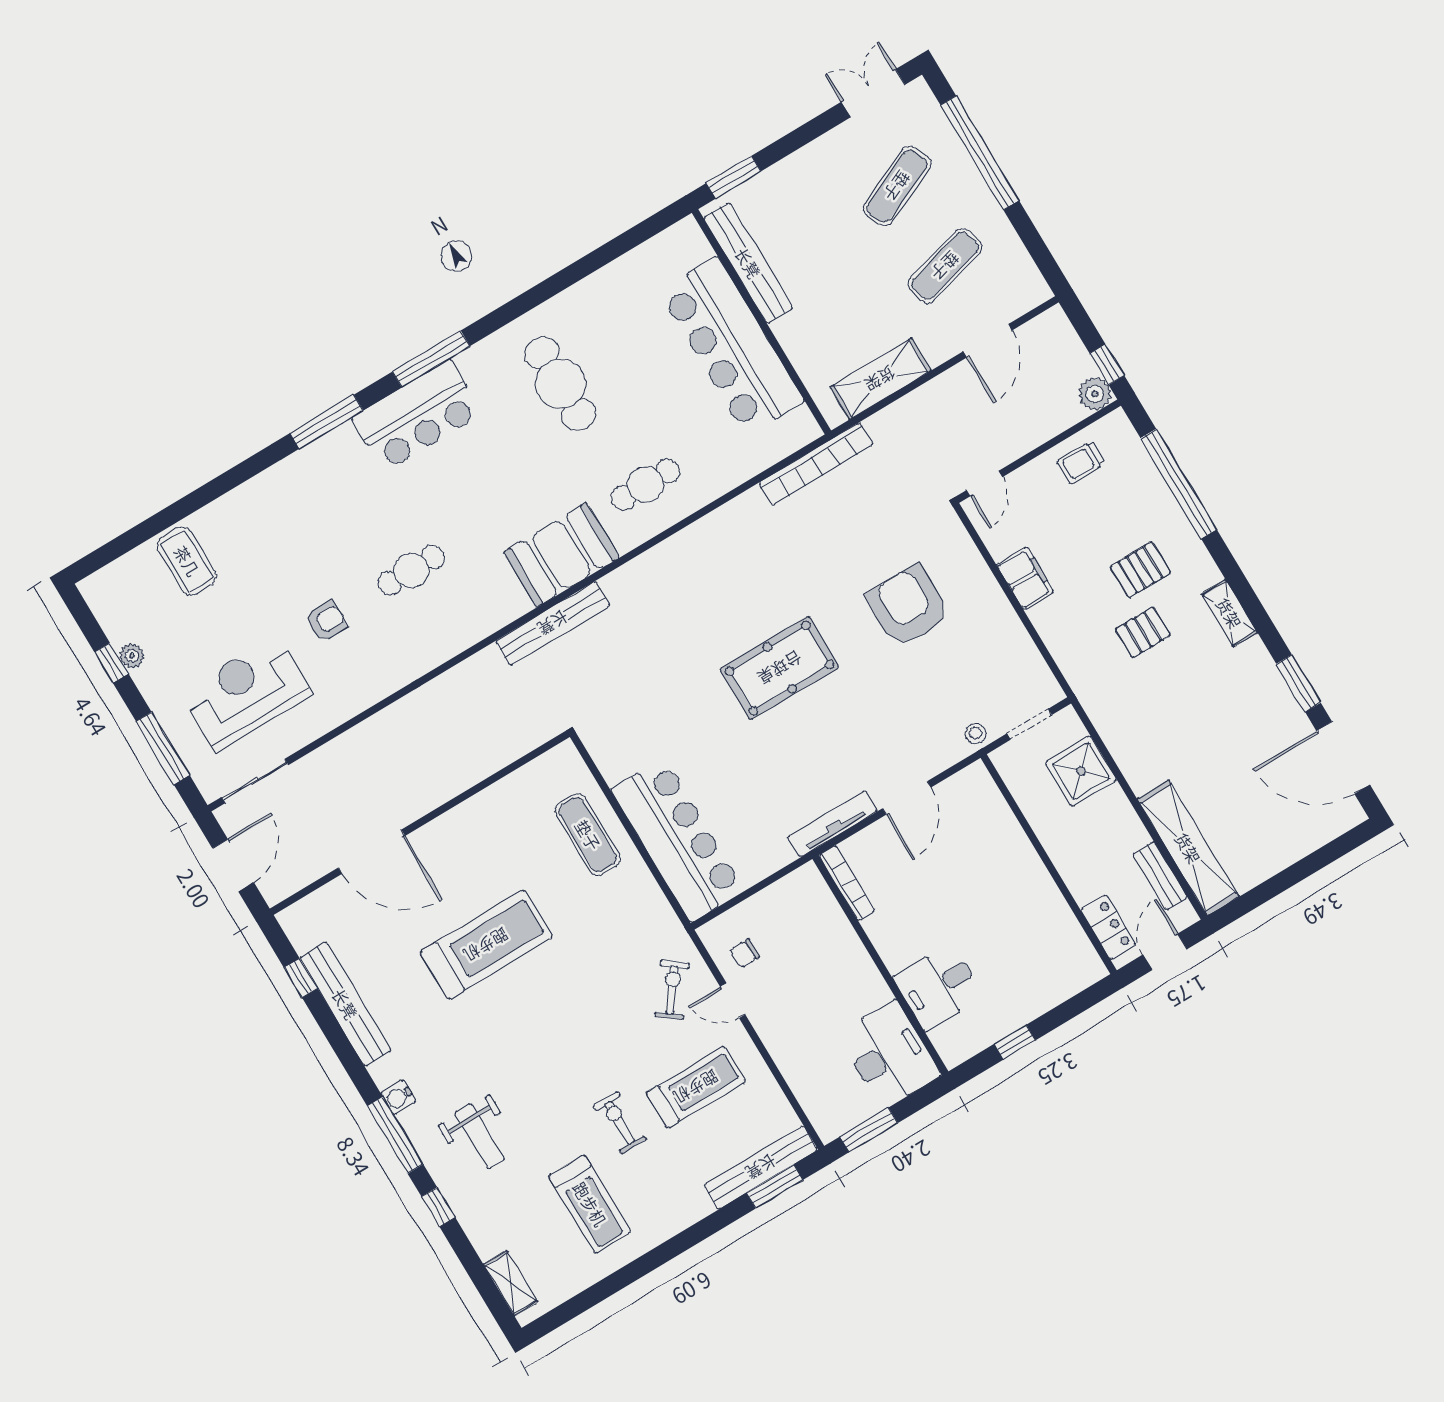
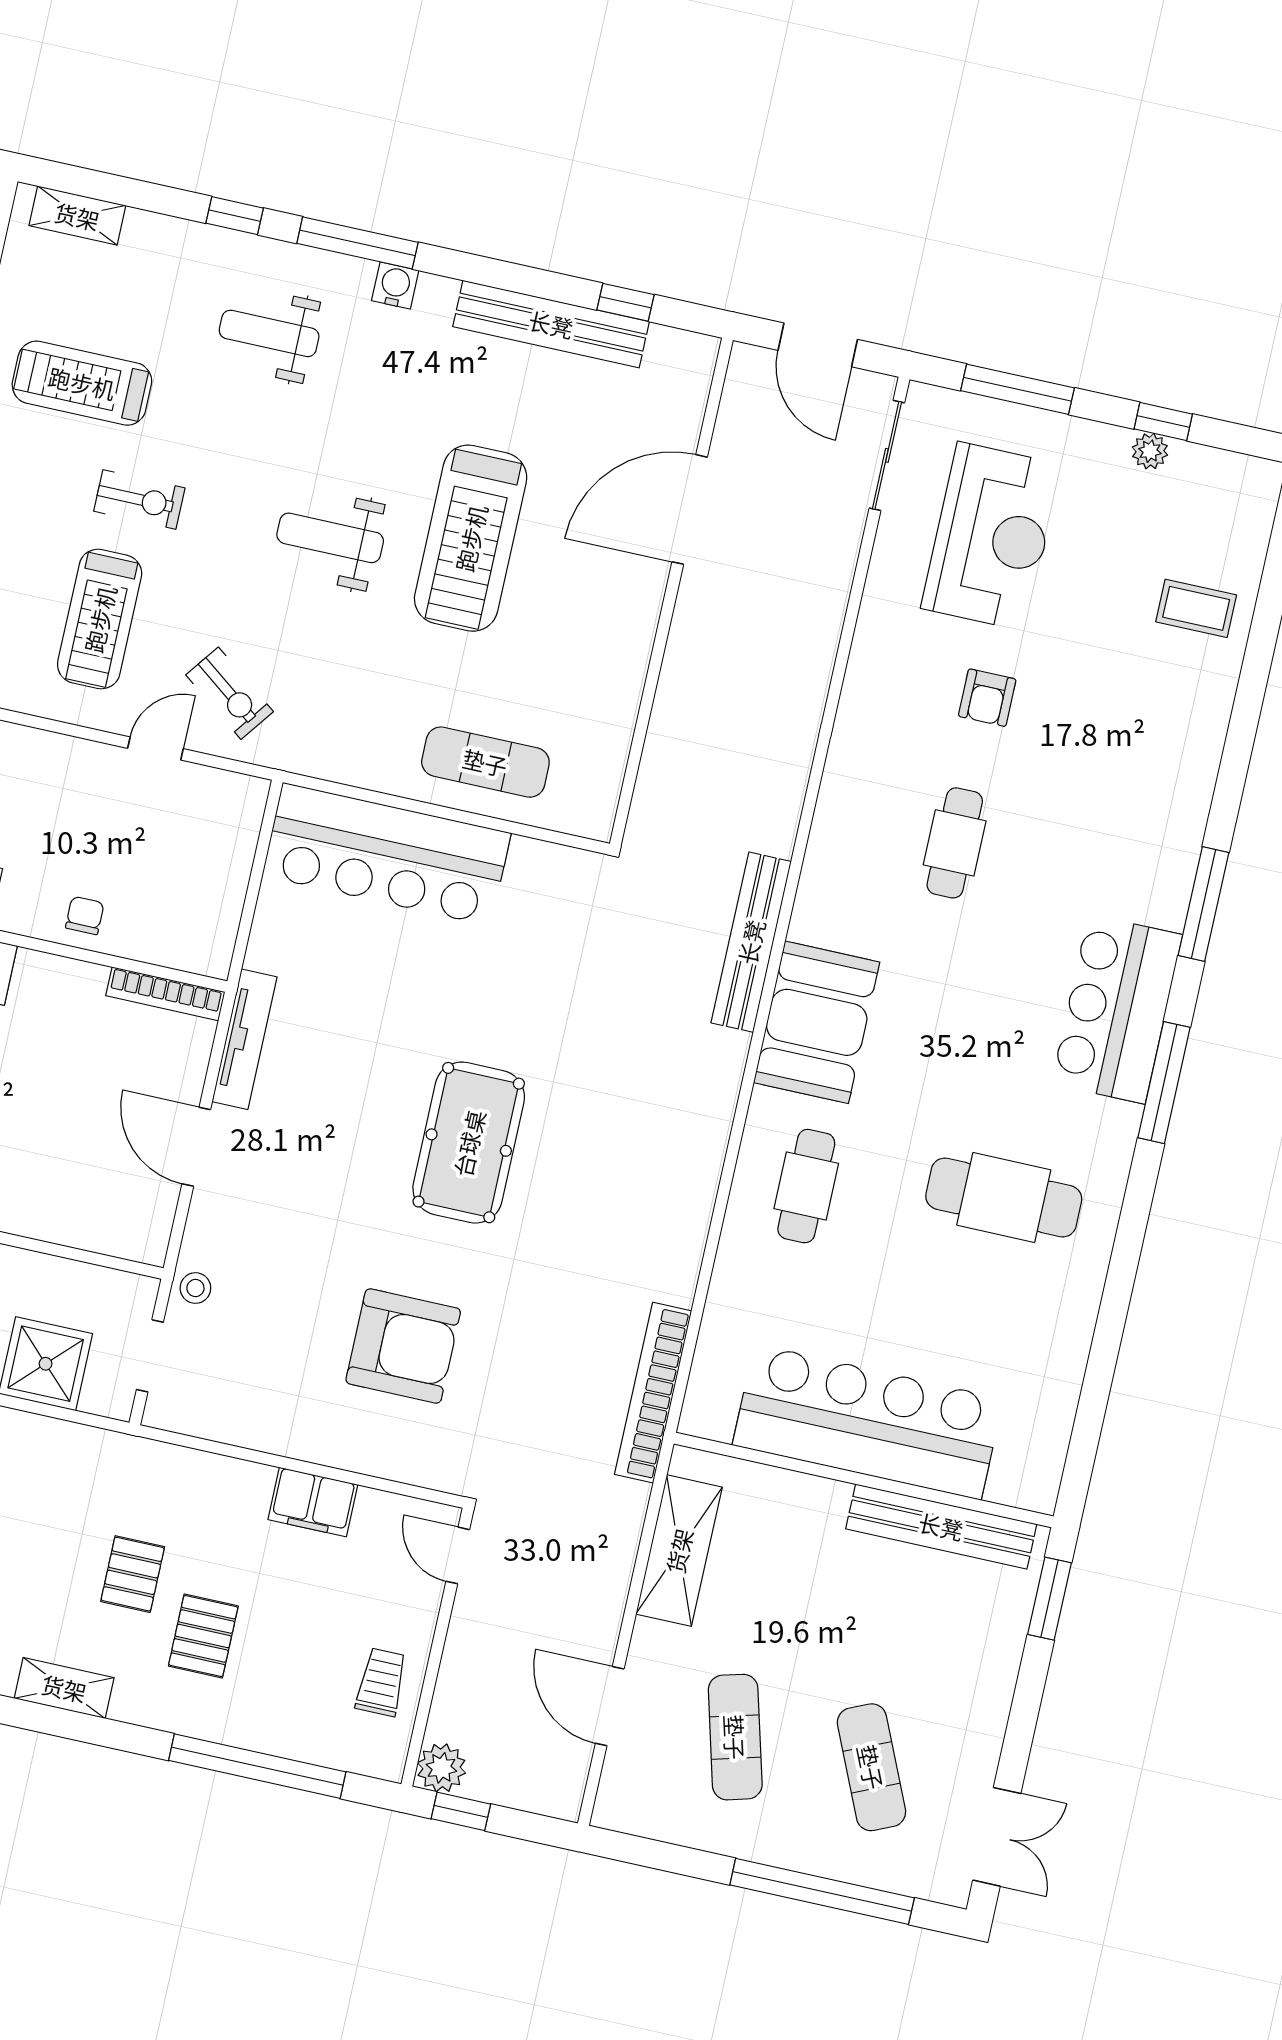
coffee table: (187, 561) -> (1196, 608), width x0.73, depth x0.77
chair: (745, 953) -> (85, 915), moved
weight bench: (551, 1013) -> (330, 538), added

